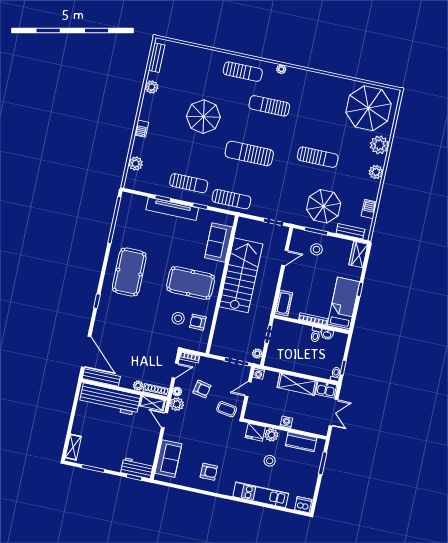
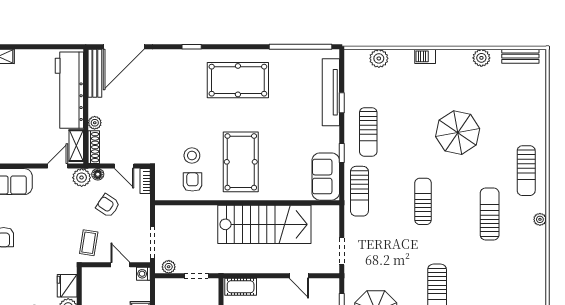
sun lounger: (249, 153) -> (423, 201), width x0.73, depth x0.75
tv unit: (172, 209) -> (331, 92), moved
sofa: (219, 242) -> (326, 177), moved, turned -90
armchair: (202, 389) -> (108, 206), turned 113

